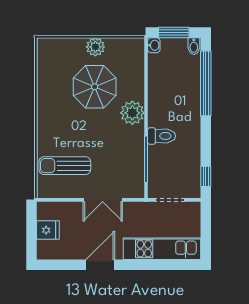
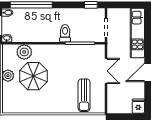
plant: (132, 113) -> (24, 52), moved
fridge: (48, 230) -> (138, 106), moved
door: (100, 265) -> (148, 73), hinge flipped

